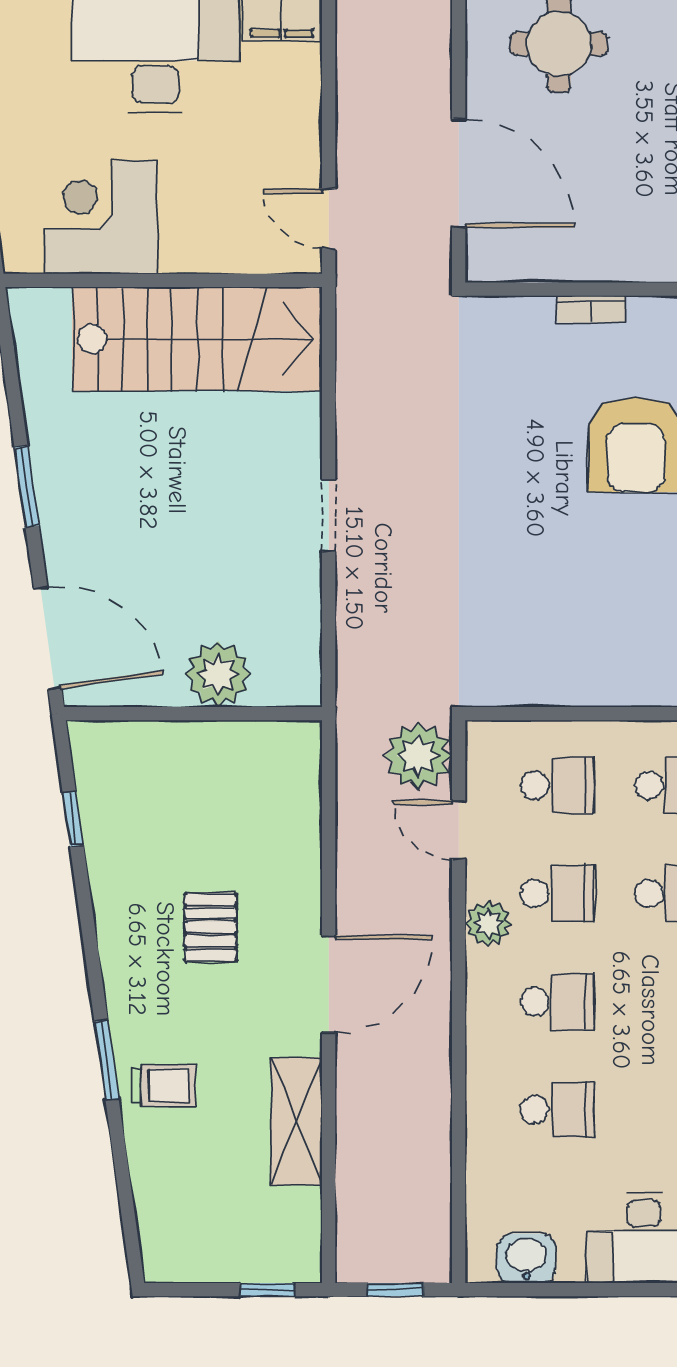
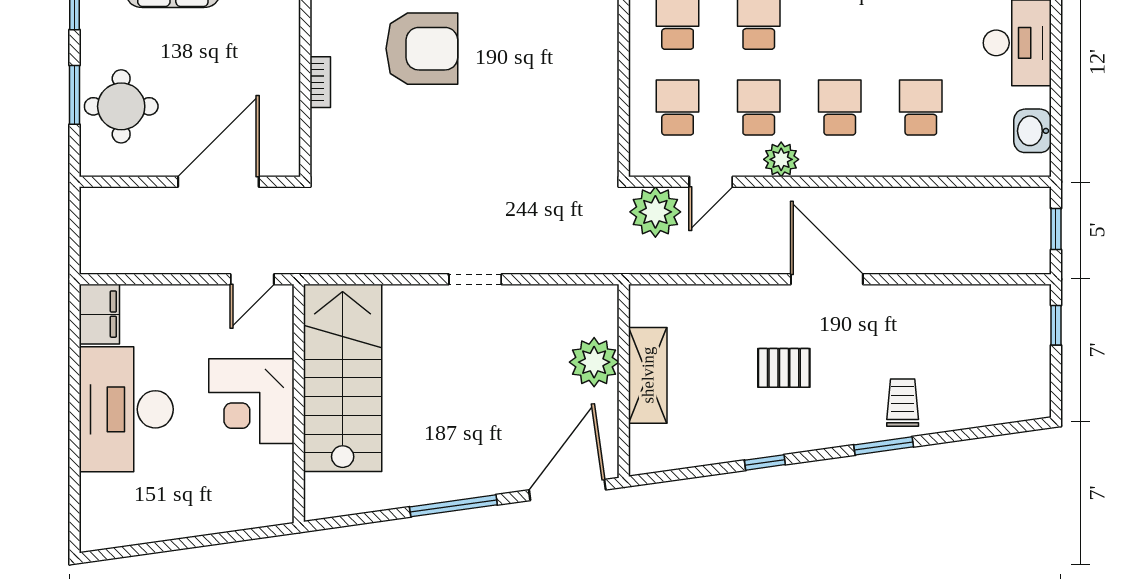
corner desk: (101, 217) -> (251, 401), moved
window: (27, 487) -> (453, 506), width x1.44
window: (73, 819) -> (765, 462), moved
shelving: (297, 1121) -> (648, 375), moved, turned 90

